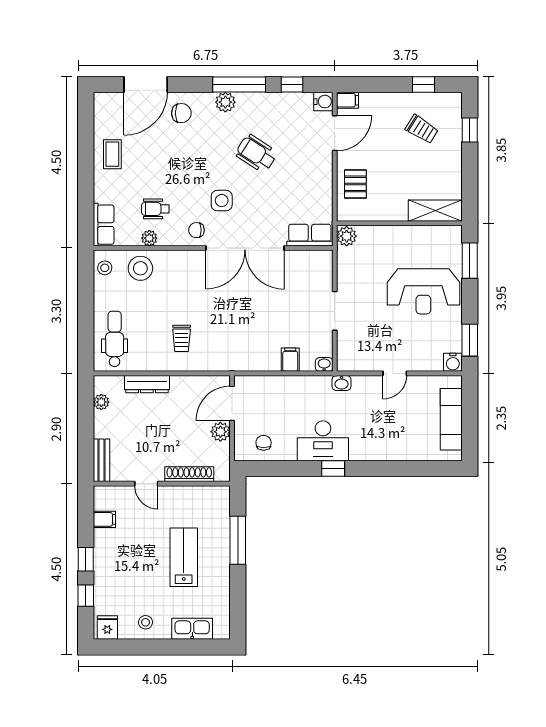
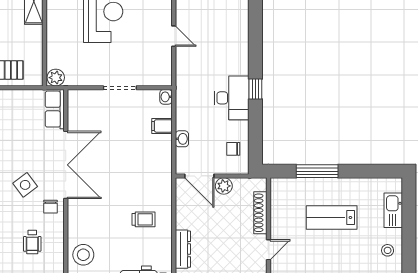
side table: (222, 201) -> (25, 185), turned -37
plant: (149, 238) -> (57, 247), removed
washbasin: (341, 383) -> (182, 139), moved

